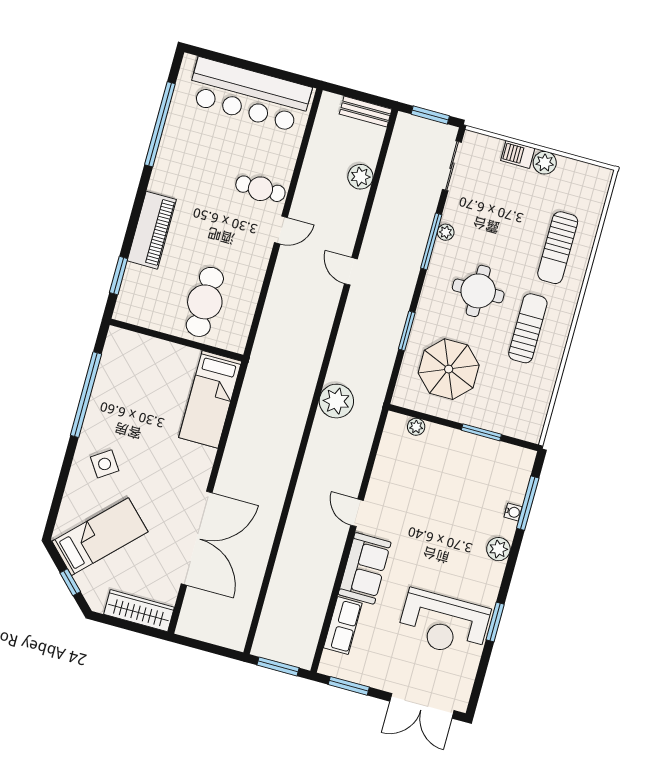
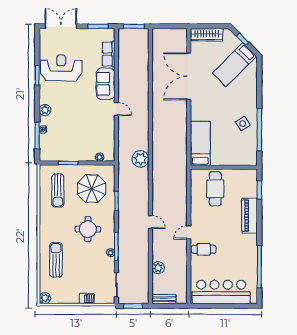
plant: (545, 163) -> (45, 298), moved
sun lounger: (528, 328) -> (58, 190), moved
side table: (105, 464) -> (243, 124), moved

